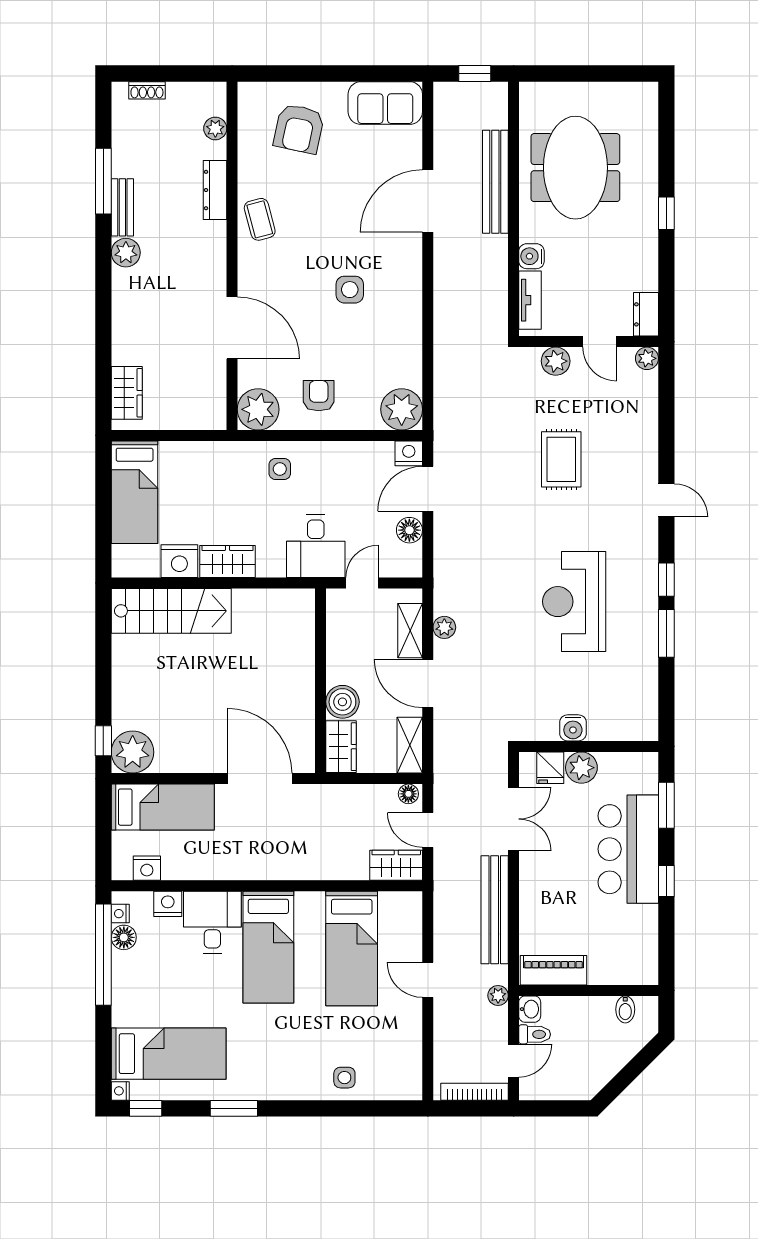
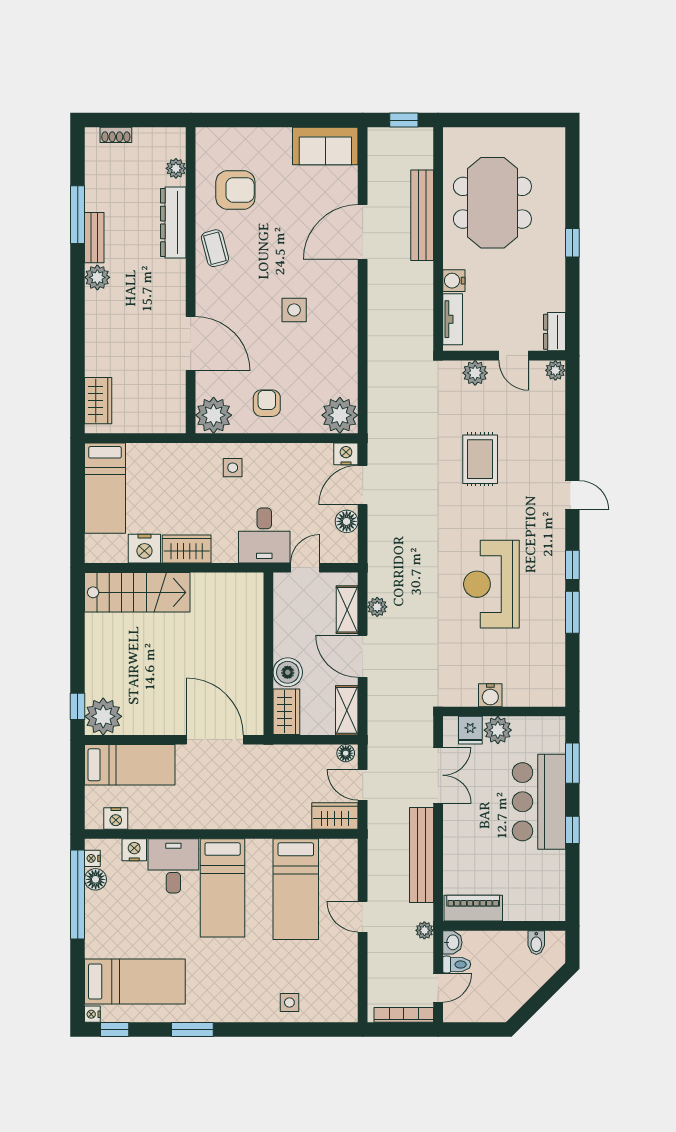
armchair: (299, 129) -> (235, 190), moved, turned -102
dresser: (215, 190) -> (173, 222), width x1.37, depth x1.24

